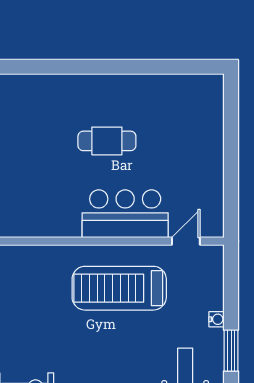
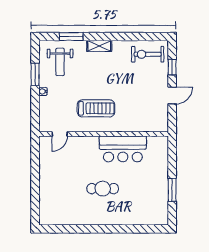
bar counter: (125, 214) -> (123, 149), moved
treadmill: (119, 288) -> (96, 108), width x0.73, depth x0.73

